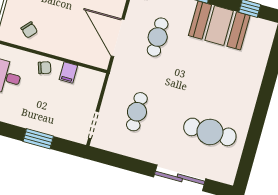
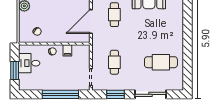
door: (118, 38) -> (91, 22), hinge flipped
window: (38, 139) -> (60, 94), width x2.11
window: (125, 163) -> (116, 94), added

